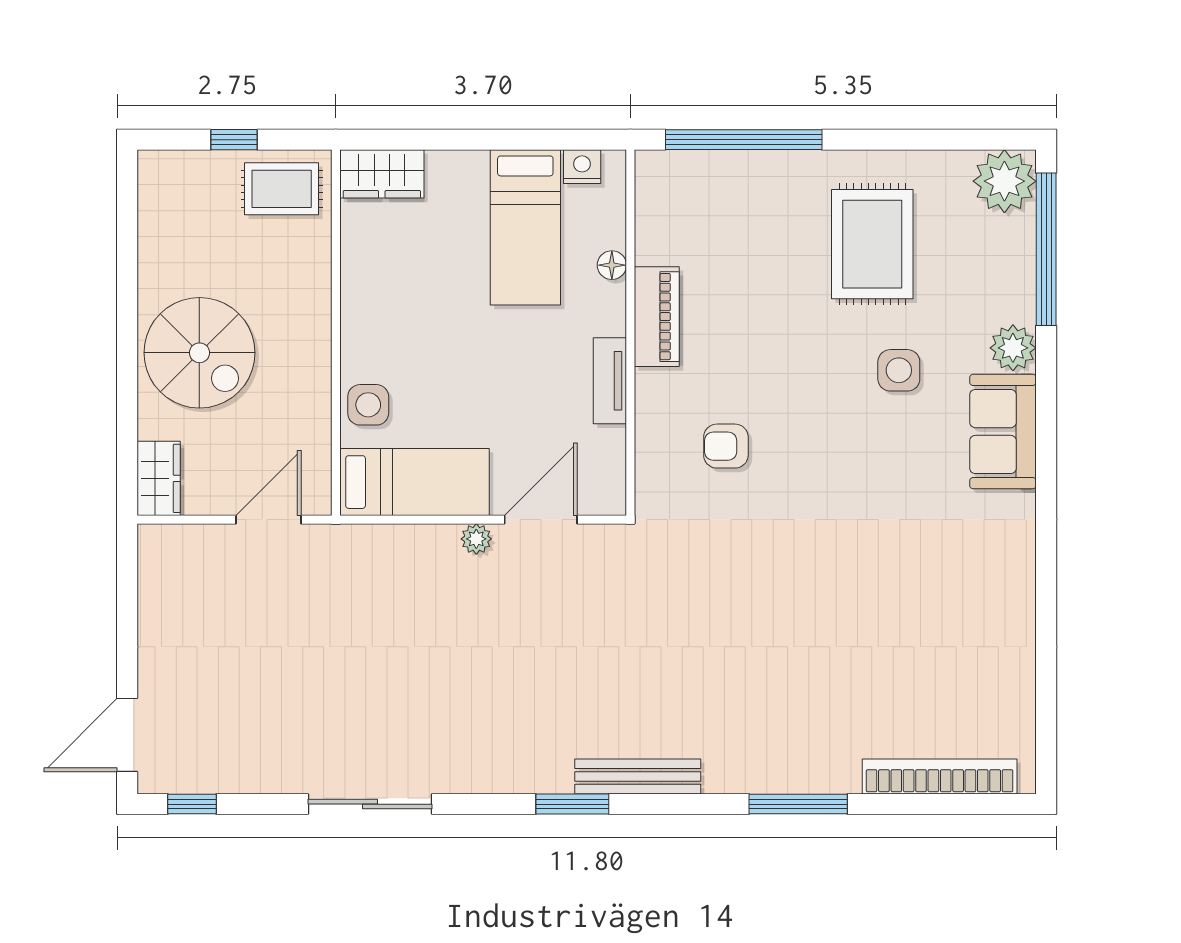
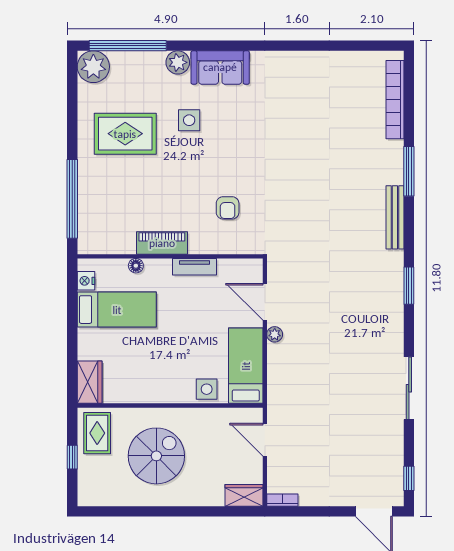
spiral stairs: (199, 353) -> (156, 456), moved
bookcase: (149, 554) -> (282, 500), added
bench: (638, 776) -> (395, 217), moved

